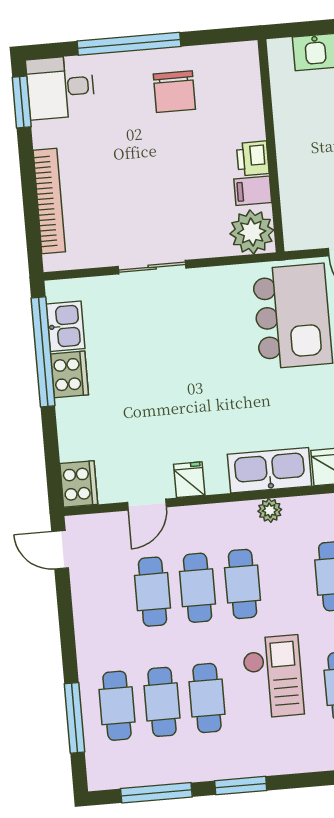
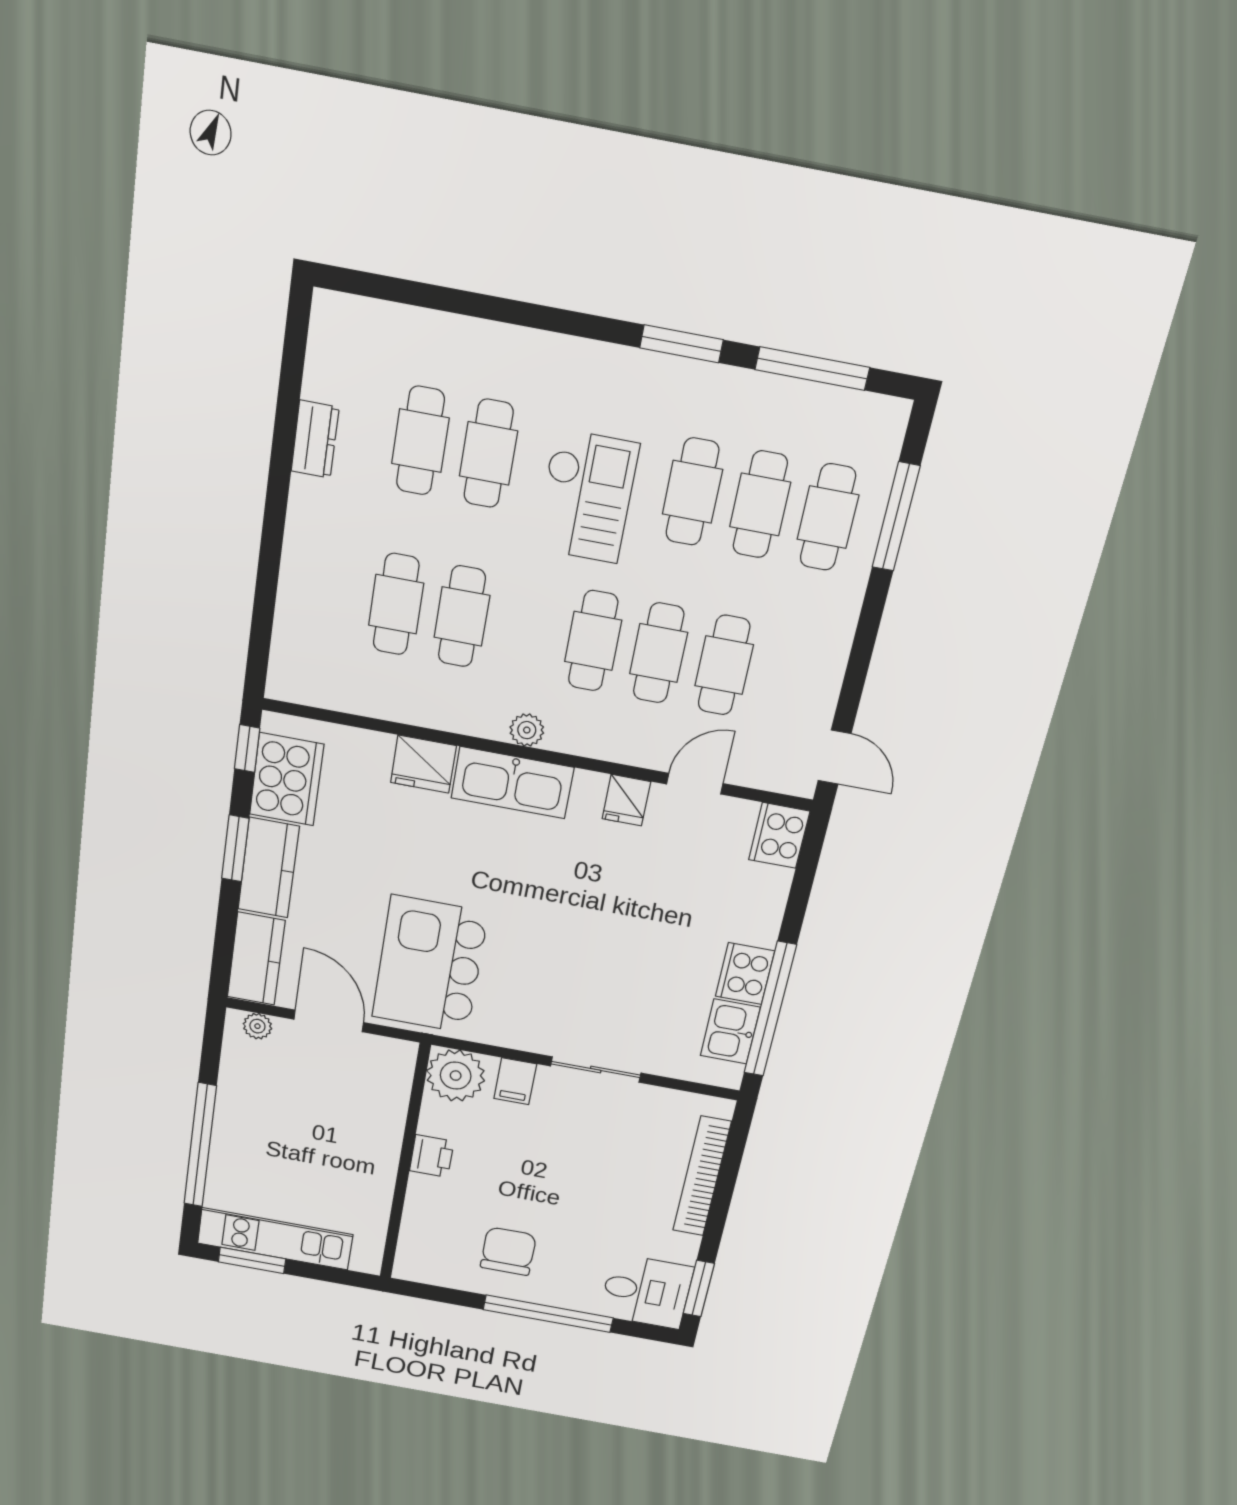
filing cabinet: (253, 191) -> (515, 1081), moved, turned 90
checkout: (273, 677) -> (586, 496), turned 180

